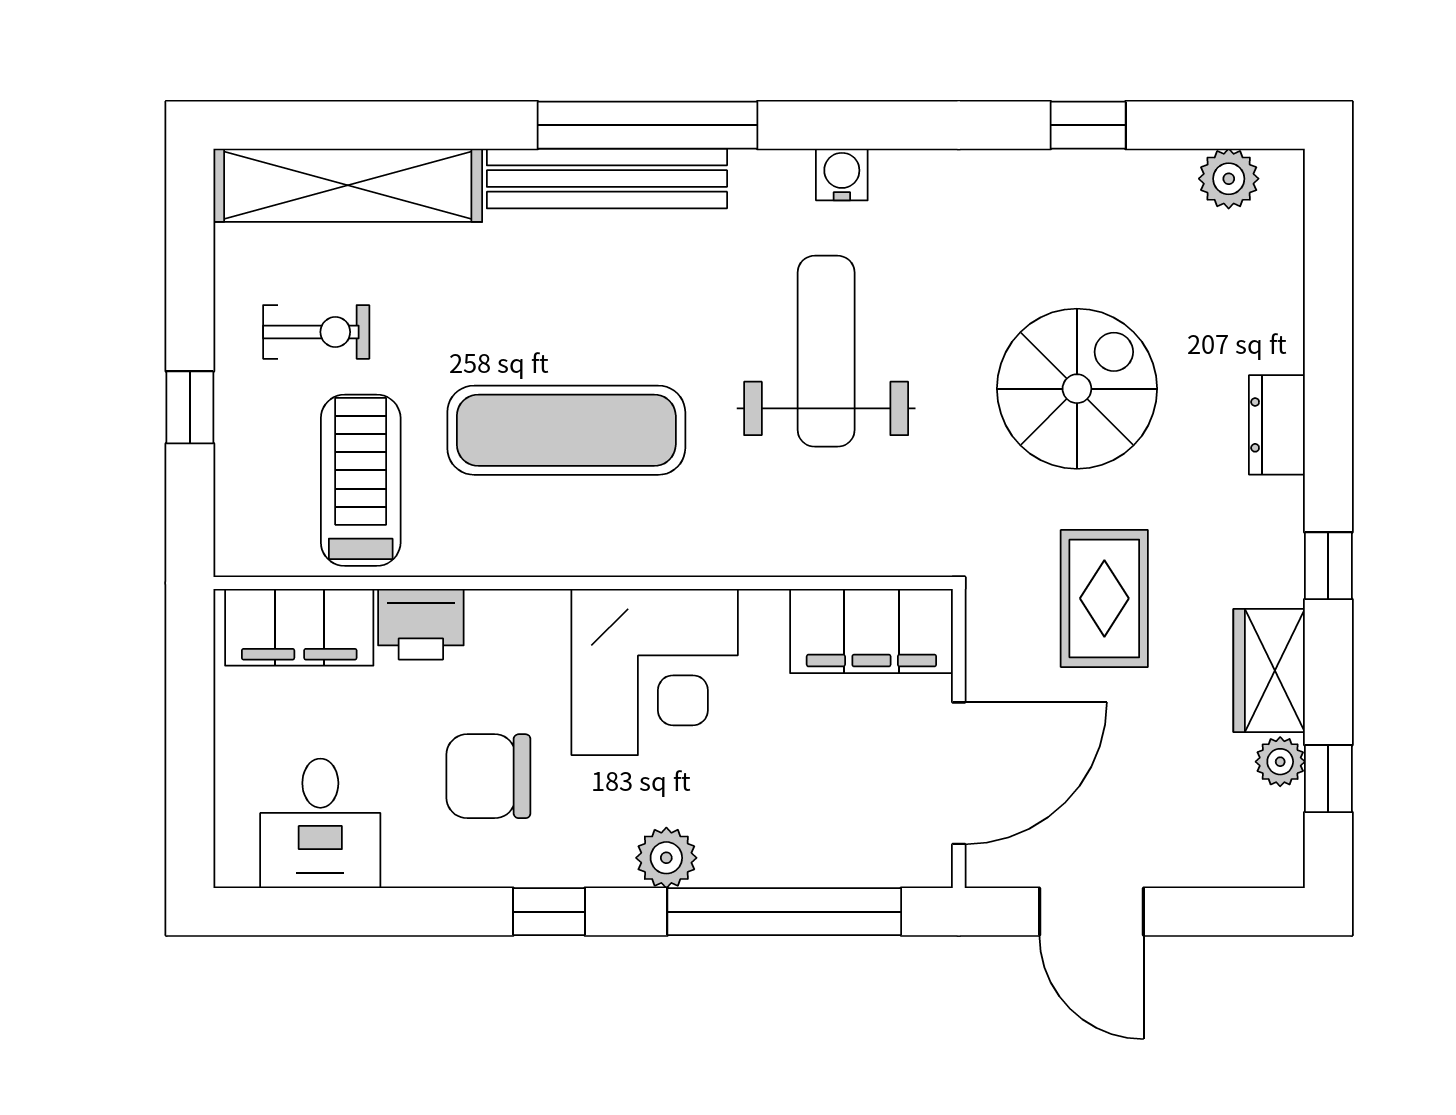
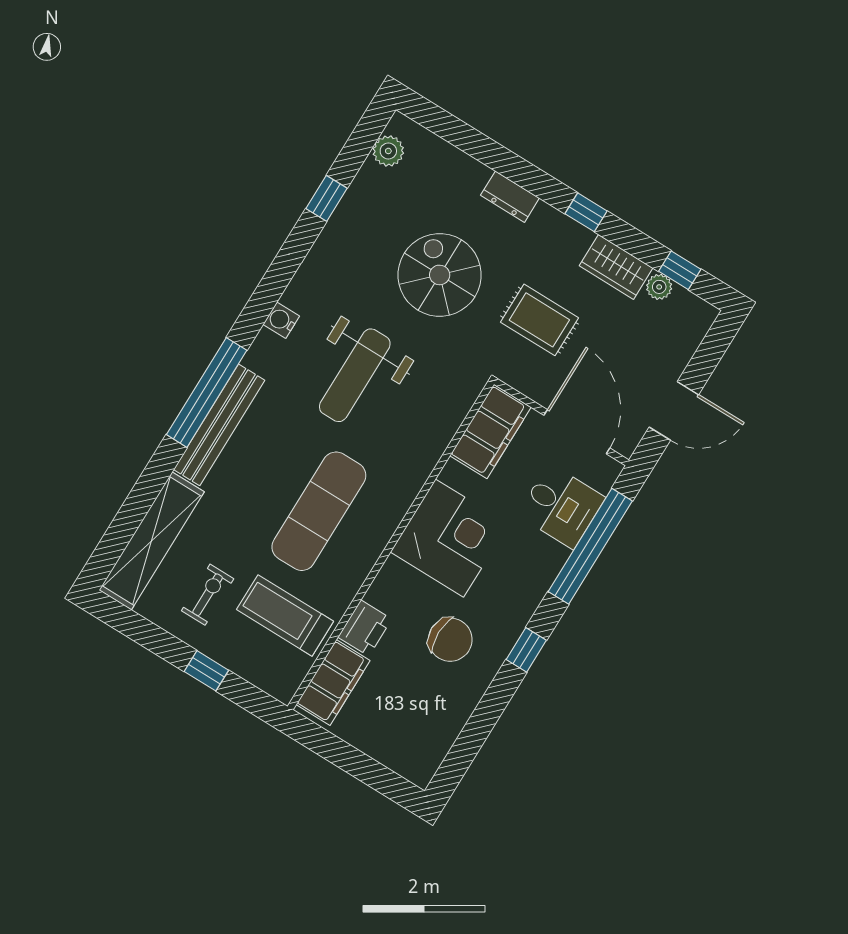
weight bench: (826, 351) -> (355, 375), turned -90
chair: (488, 776) -> (450, 640), turned -90
desk: (320, 823) -> (561, 506), moved
plant: (666, 858) -> (534, 583), removed

